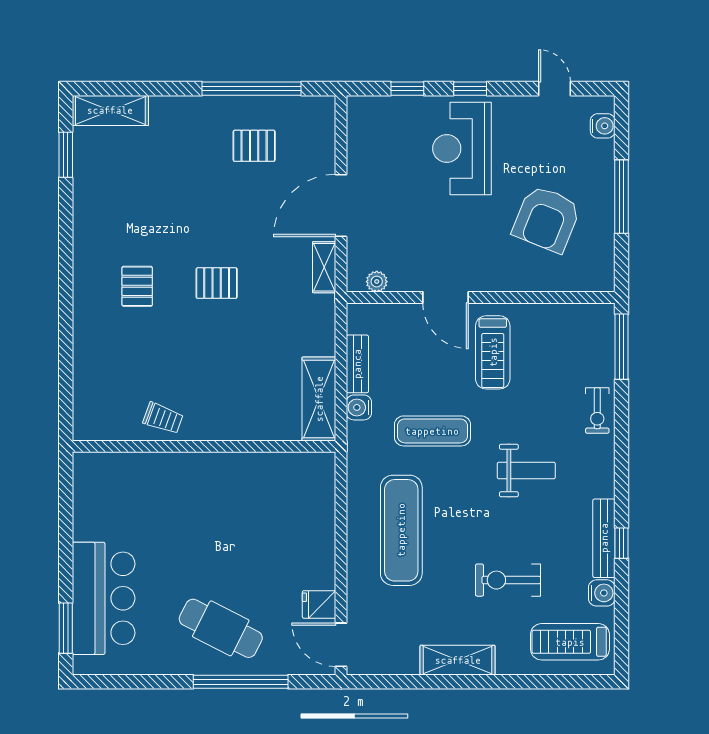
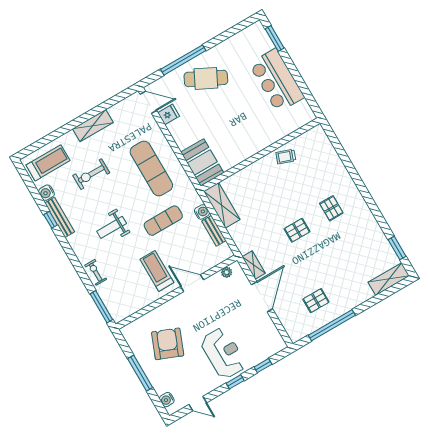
booth: (310, 491) -> (202, 162), added
exercise bike: (508, 580) -> (91, 174), turned 180
bar counter: (104, 598) -> (277, 80), moved

